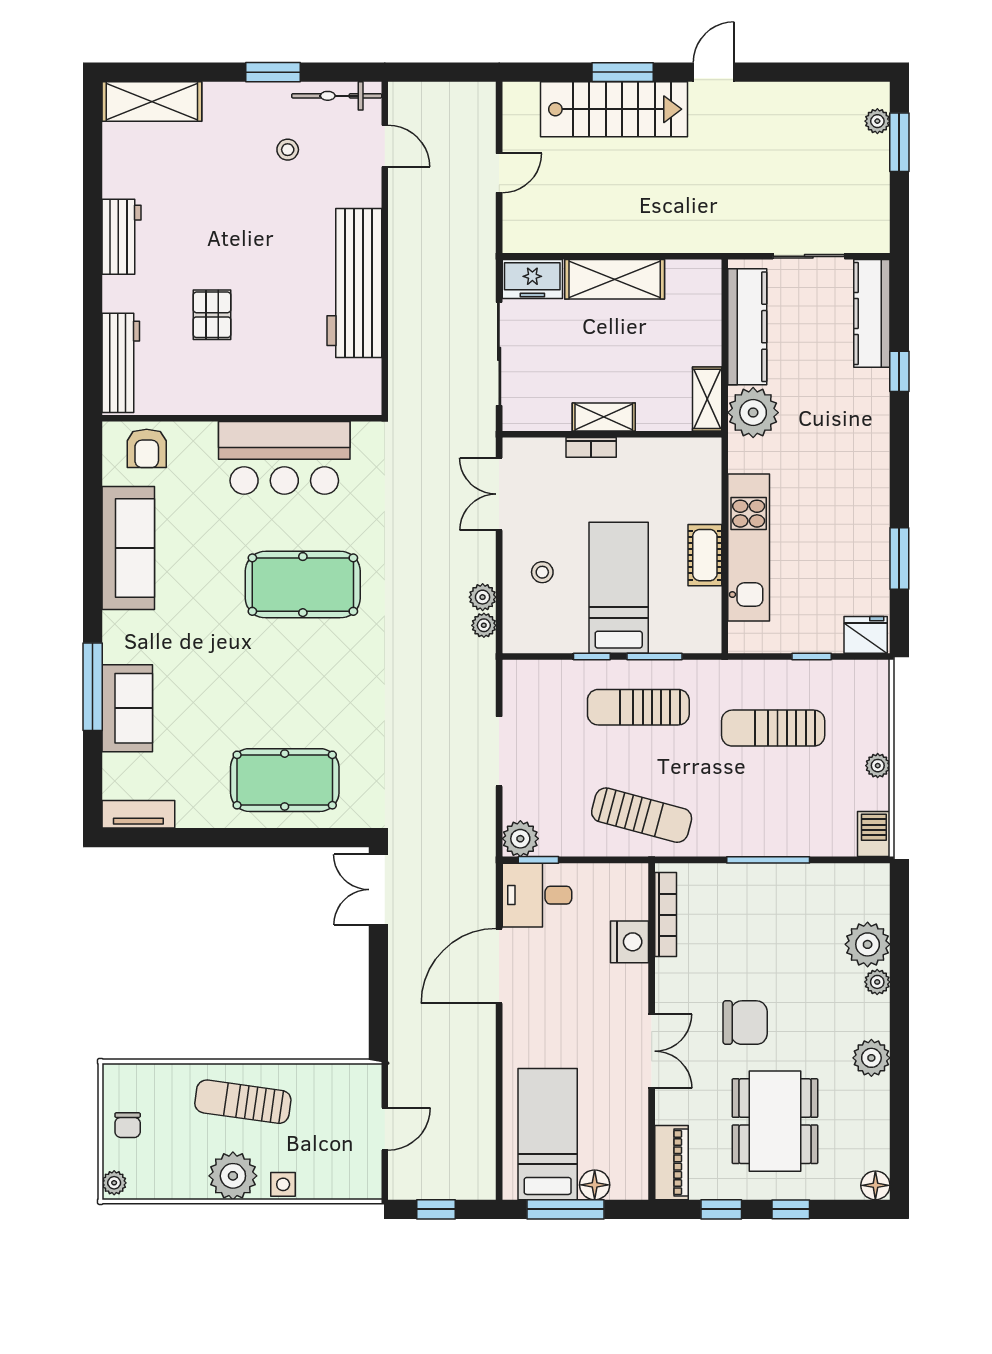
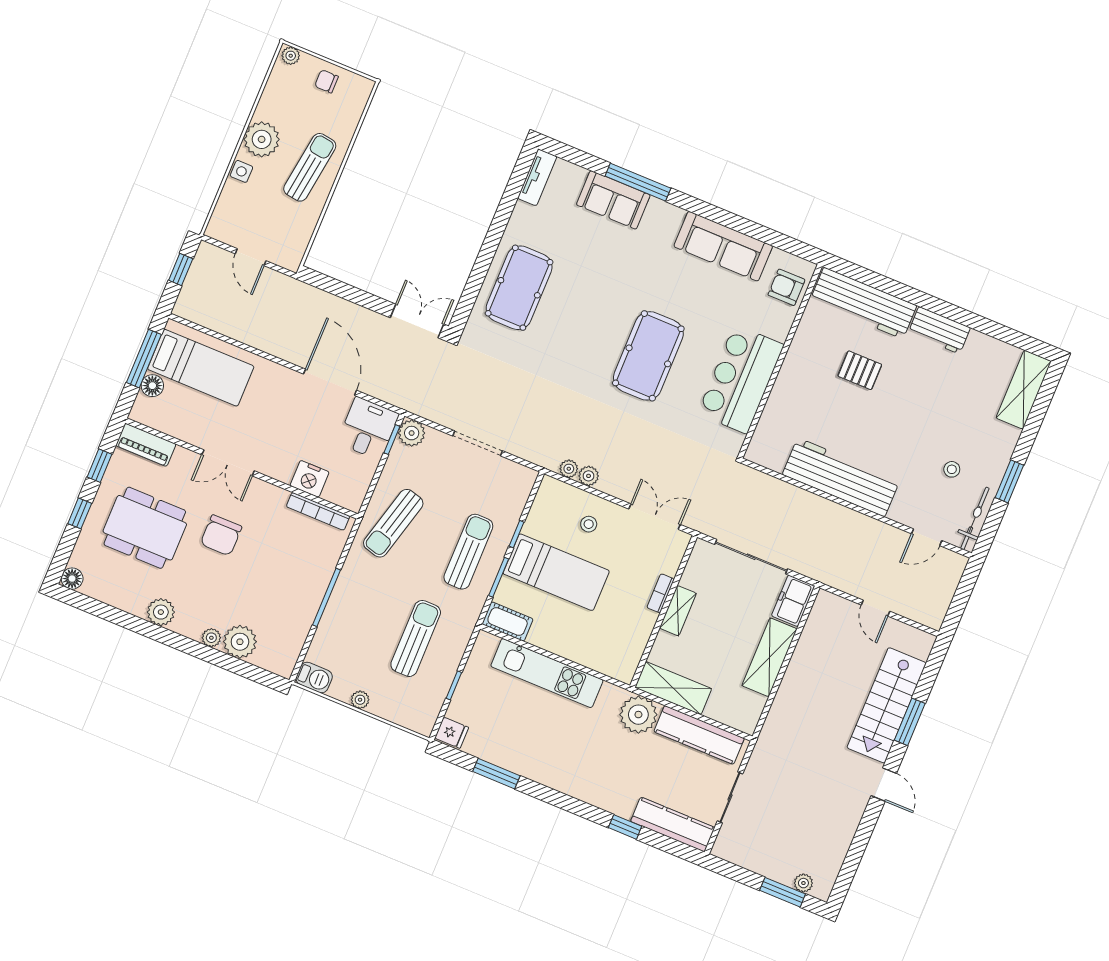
workbench: (121, 363) -> (863, 303), width x1.36, depth x1.32
shelving: (707, 399) -> (673, 688), width x1.50, depth x1.33
cot: (705, 555) -> (508, 622), moved
fridge: (866, 635) -> (452, 733), width x0.72

